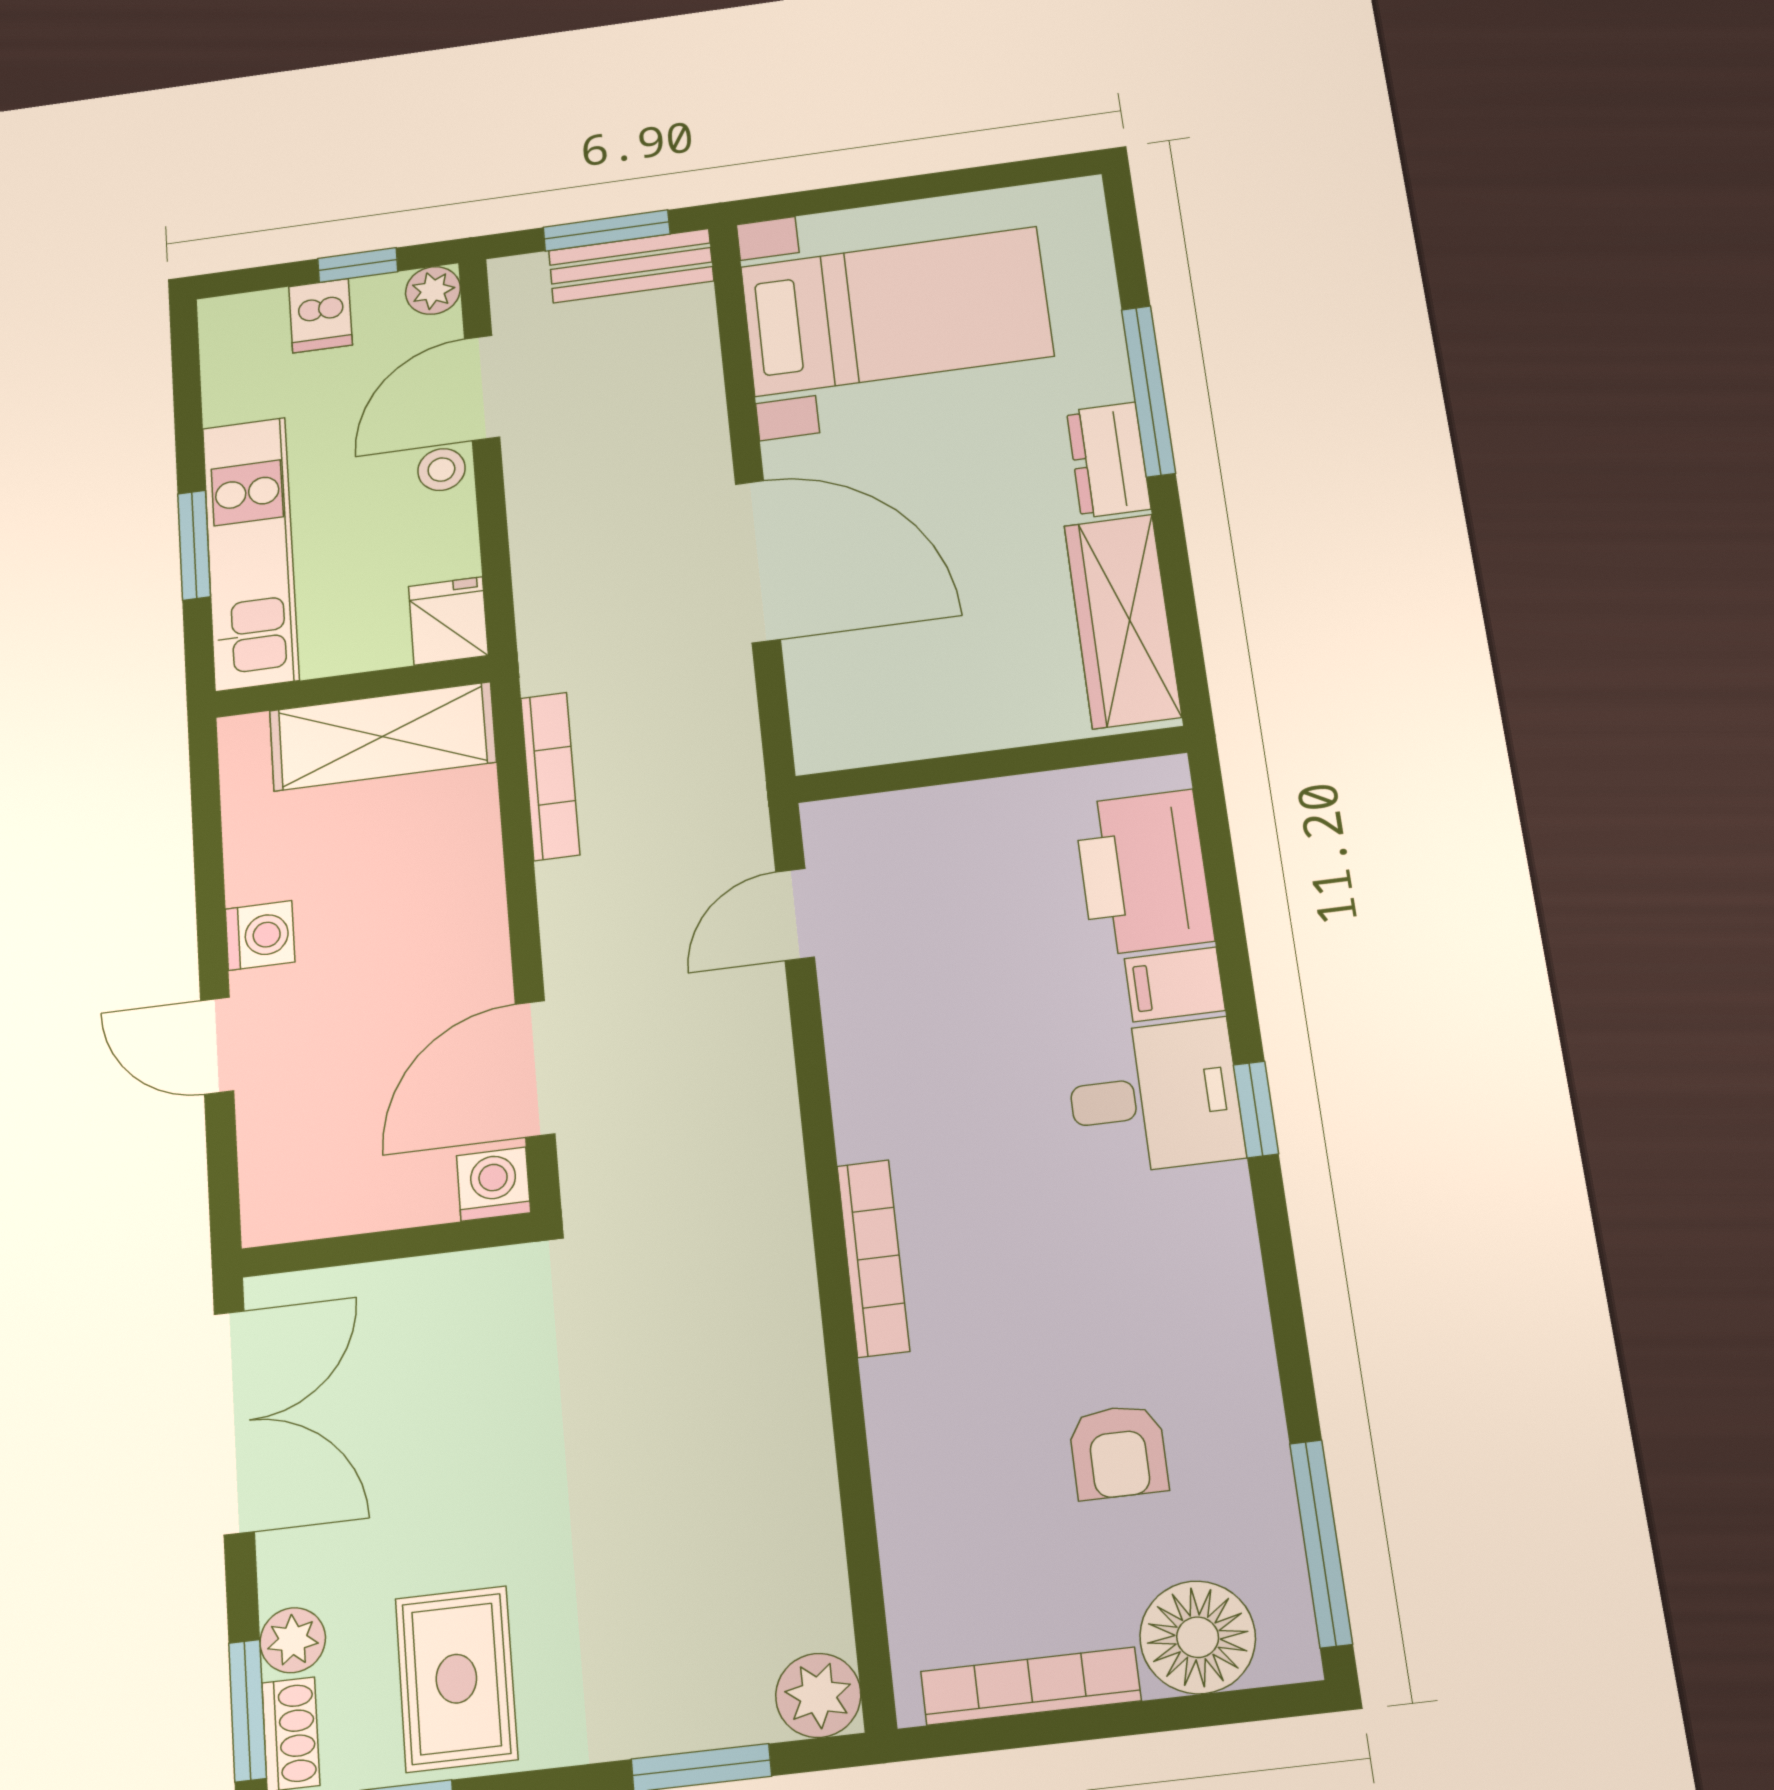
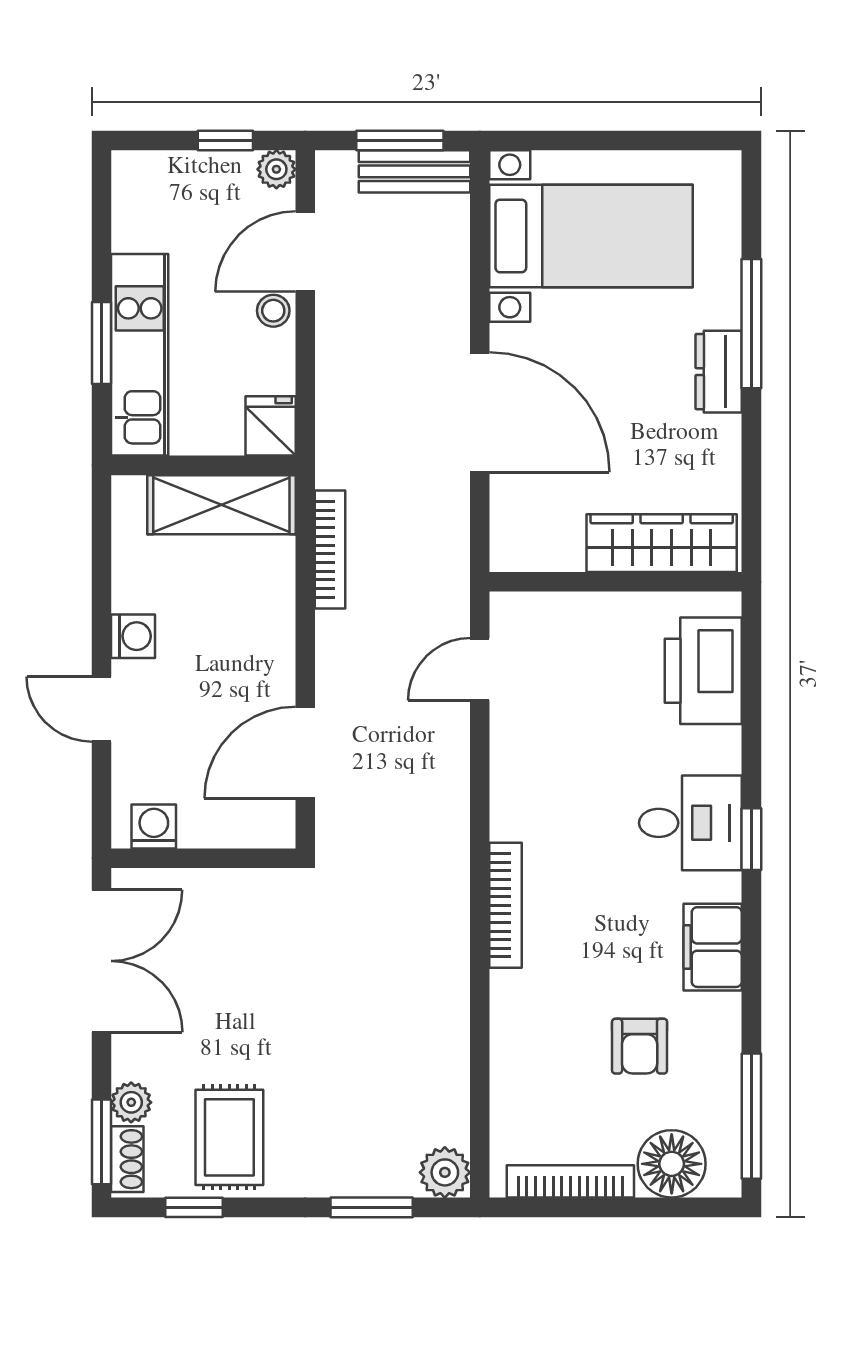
dishwasher: (321, 316) -> (197, 177), removed
wardrobe: (1123, 621) -> (662, 543), moved, turned 90
filing cabinet: (1175, 984) -> (713, 947), moved, width x2.00
washing machine: (494, 1184) -> (154, 826), moved

